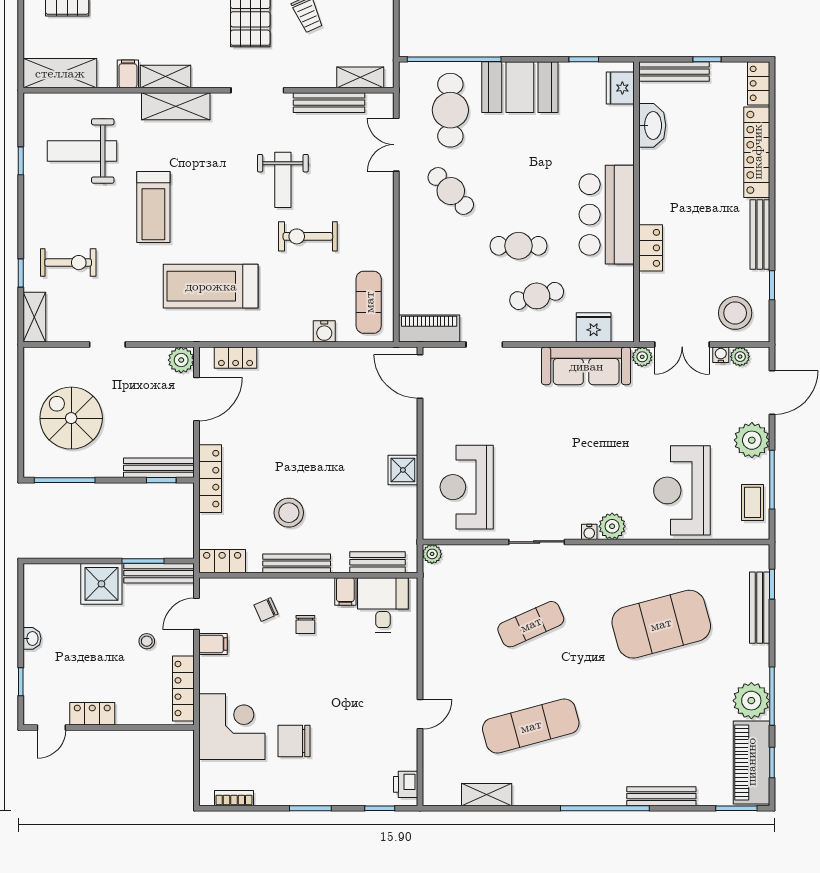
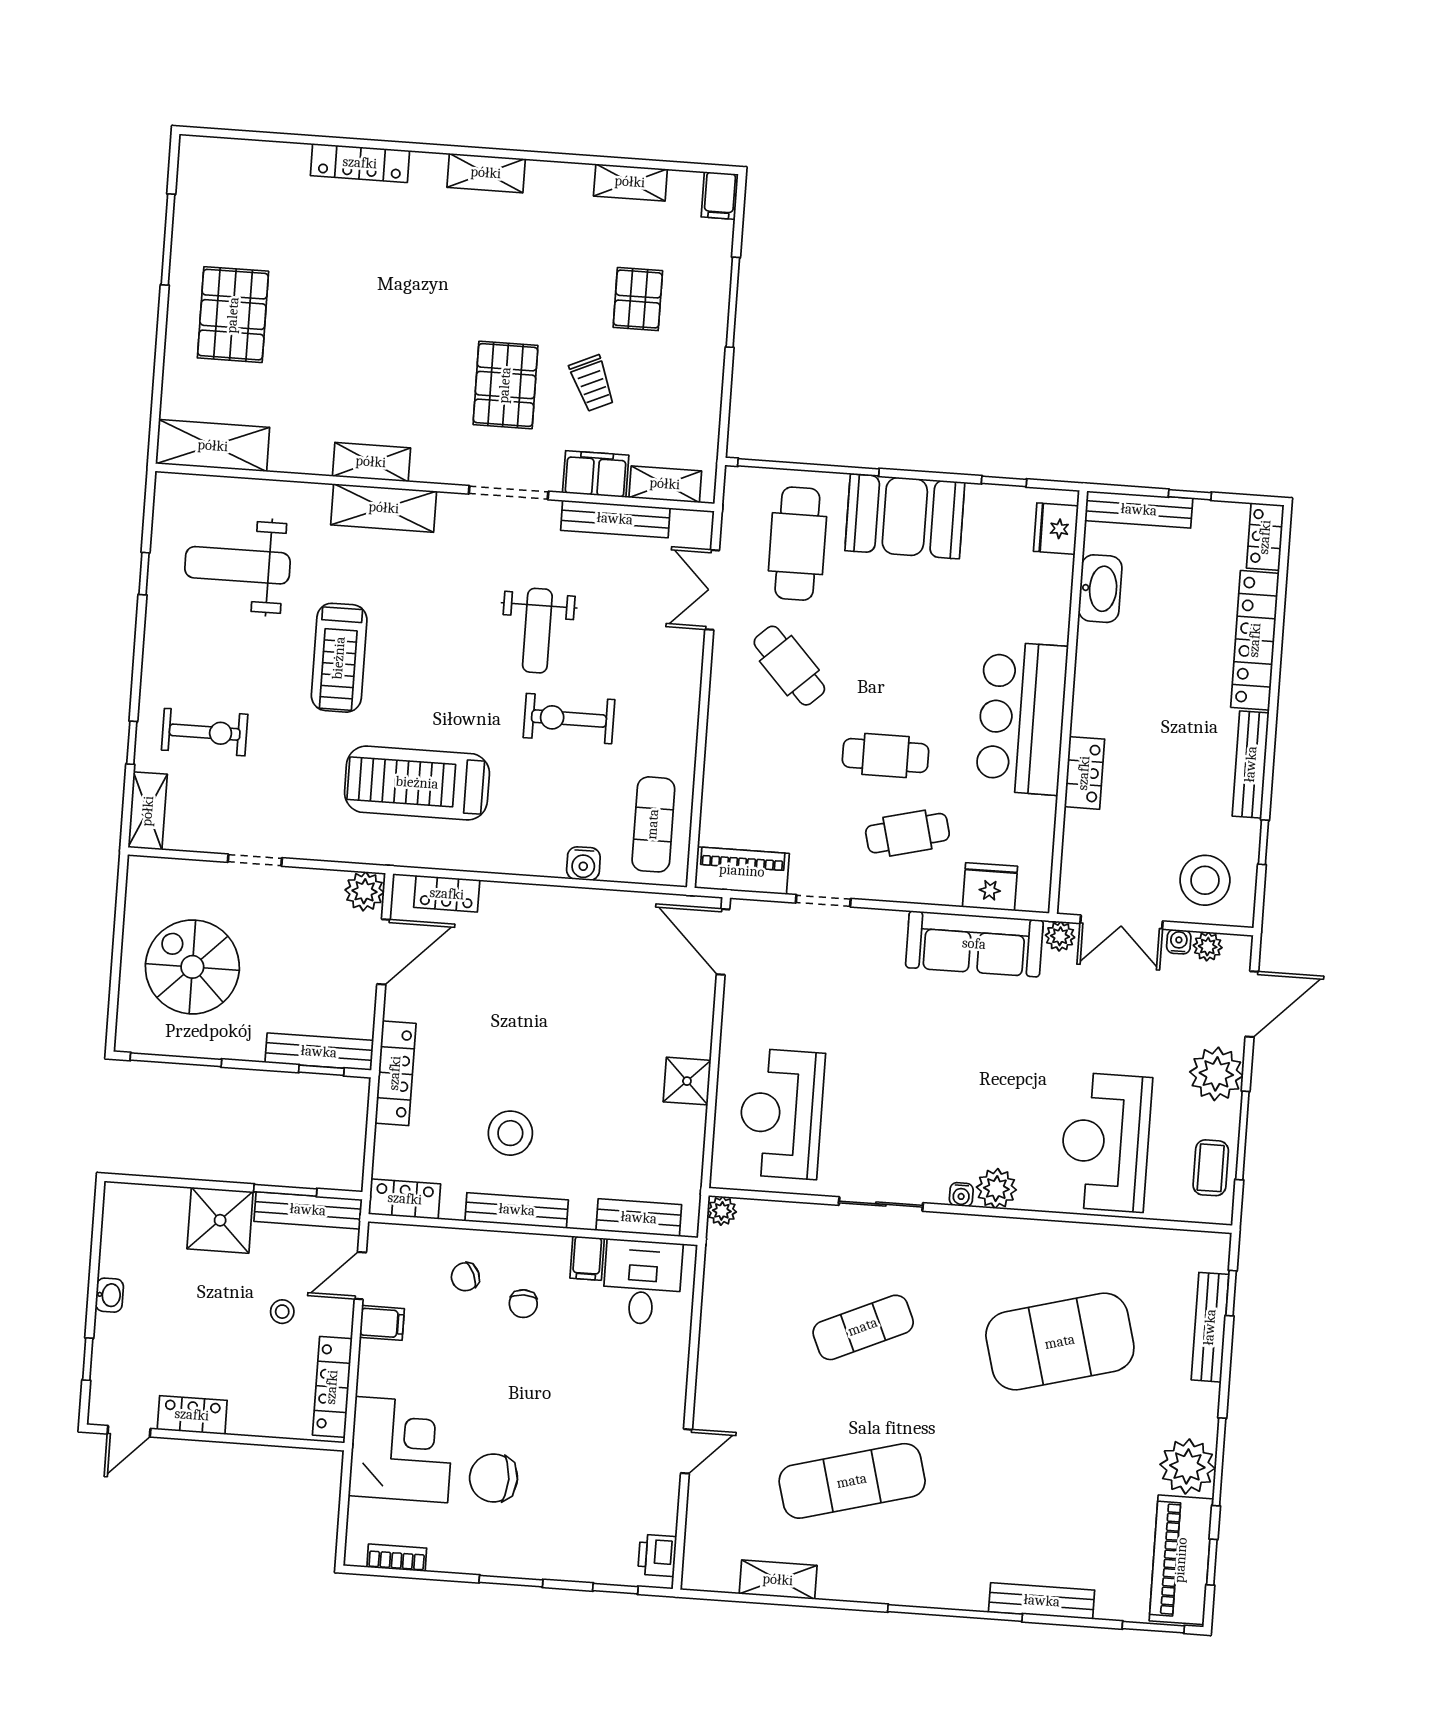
filing cabinet: (128, 74) -> (596, 474), moved, width x2.00

